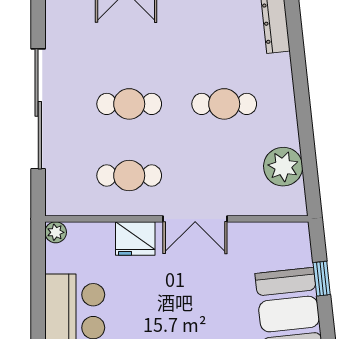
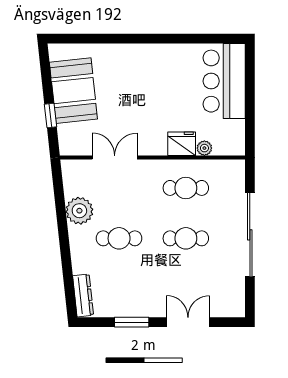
plant: (283, 167) -> (79, 211), moved
double door: (195, 219) -> (115, 157), moved
plant: (56, 232) -> (204, 148), moved

